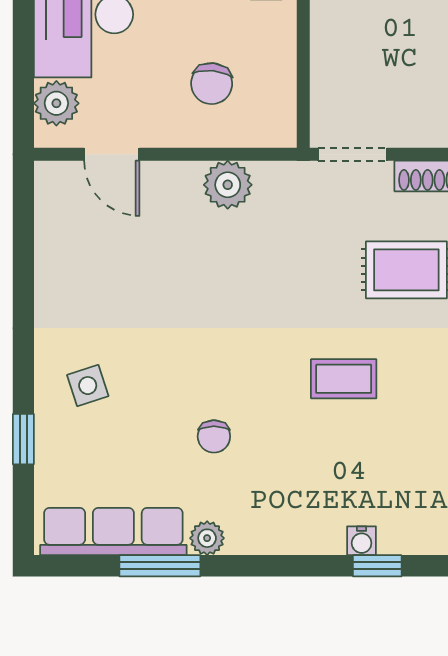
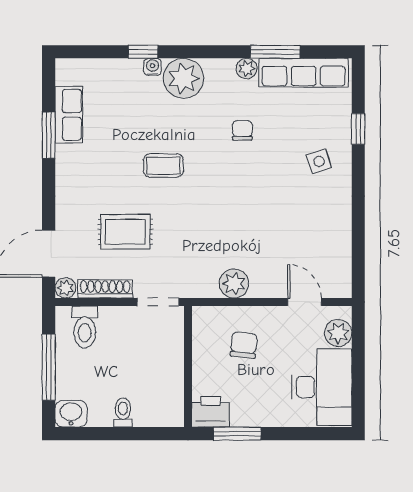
plant: (311, 522) -> (184, 78), added

